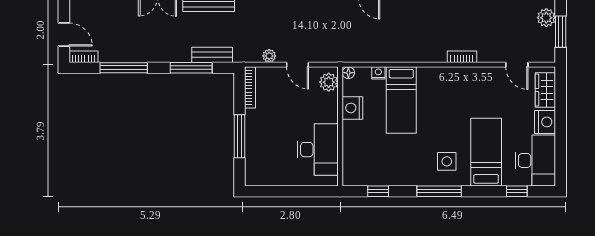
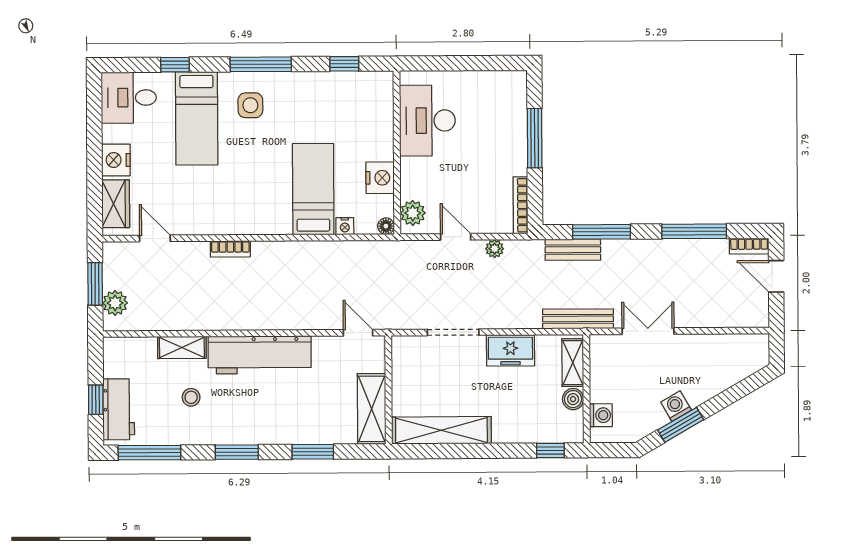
desk: (535, 160) -> (129, 98), width x0.73
window: (517, 191) -> (175, 65), moved

